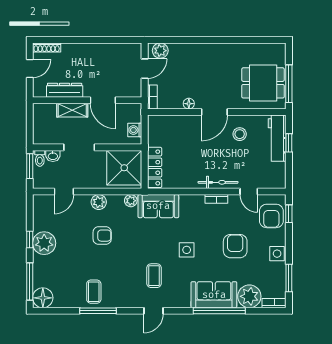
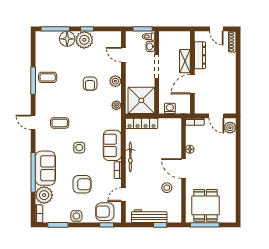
workbench: (277, 138) -> (149, 216), moved
bicycle: (218, 182) -> (130, 157), moved
sofa: (158, 206) -> (112, 145), moved
floor lamp: (43, 298) -> (67, 39), moved

